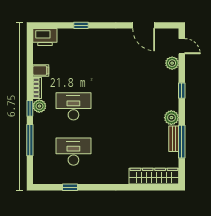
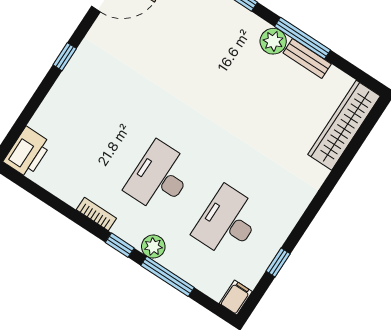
window: (81, 25) -> (65, 57), moved
filing cabinet: (41, 70) -> (236, 297), moved
plant: (39, 106) -> (153, 247), moved
window: (182, 142) -> (302, 38), moved

